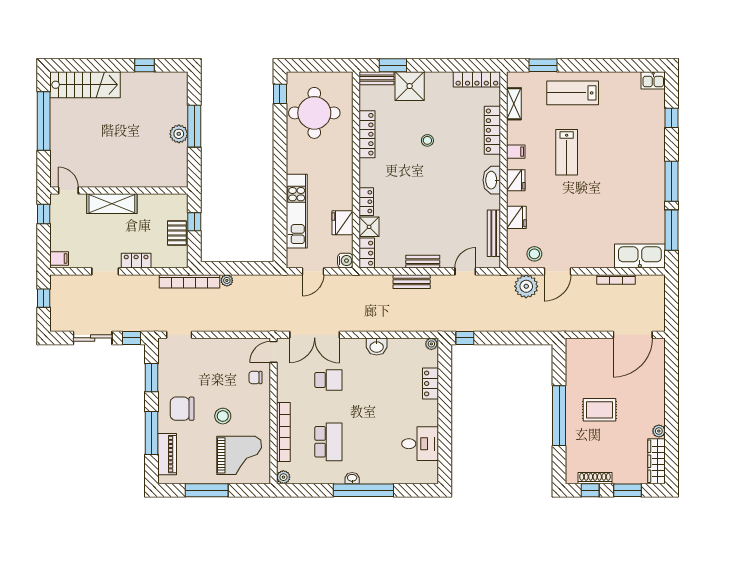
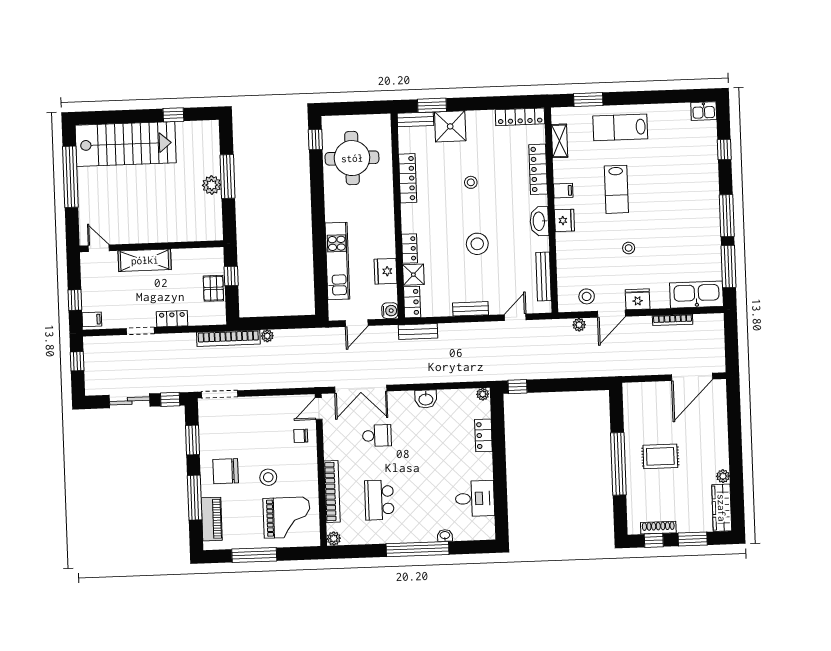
stairs: (85, 85) -> (126, 144), width x1.36, depth x1.51
stool: (431, 200) -> (477, 244), added
stool: (576, 209) -> (629, 248), added
window: (44, 214) -> (75, 300), moved
fridge: (516, 217) -> (638, 299), moved, turned -90
bench: (412, 282) -> (418, 332), moved
plant: (526, 286) -> (579, 325), width x0.53, depth x0.53
doorway: (179, 335) -> (220, 394), width x1.38
school desk: (328, 442) -> (379, 500), turned 180
washbasin: (352, 478) -> (445, 536), moved

